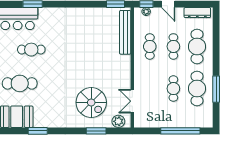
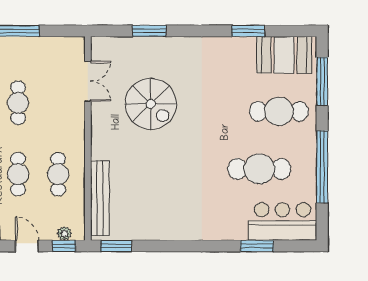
cafe table: (31, 50) -> (259, 169), width x1.37, depth x1.35
spiral stairs: (91, 102) -> (151, 104), moved, turned 180
plant: (118, 121) -> (111, 47), removed

